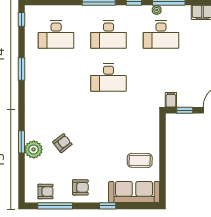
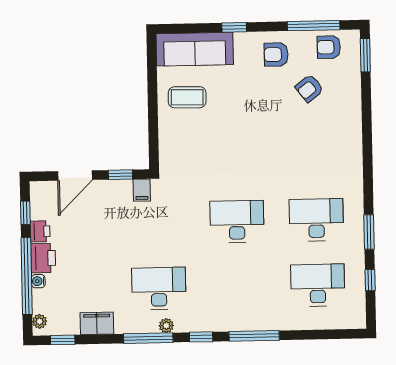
window: (21, 19) -> (370, 280), moved
desk: (109, 35) -> (316, 220), moved
window: (21, 142) -> (365, 55), moved
armchair: (62, 143) -> (309, 88), moved
plant: (34, 149) -> (348, 110), removed

